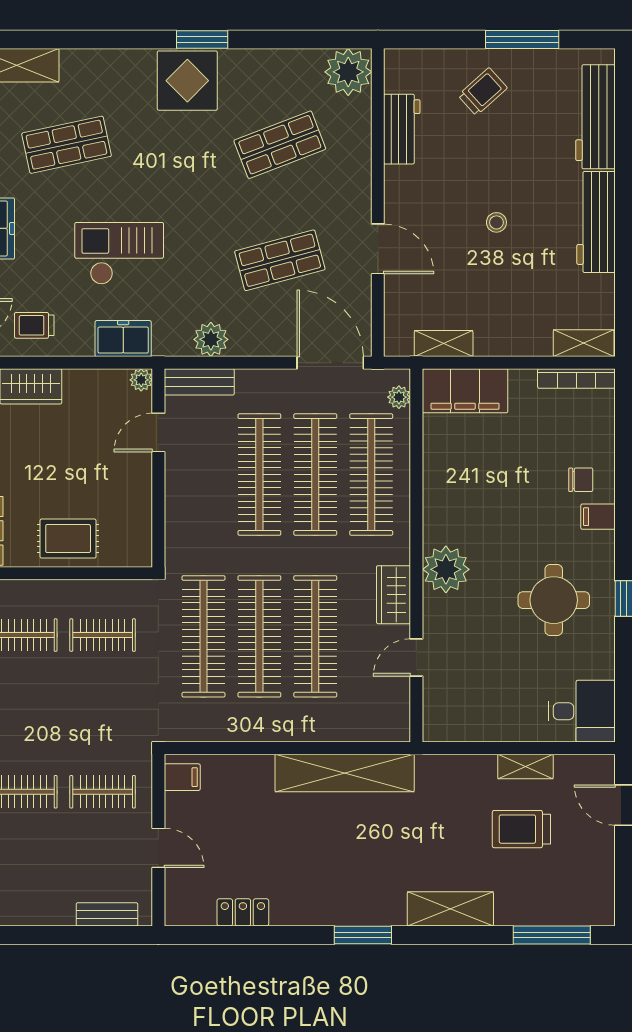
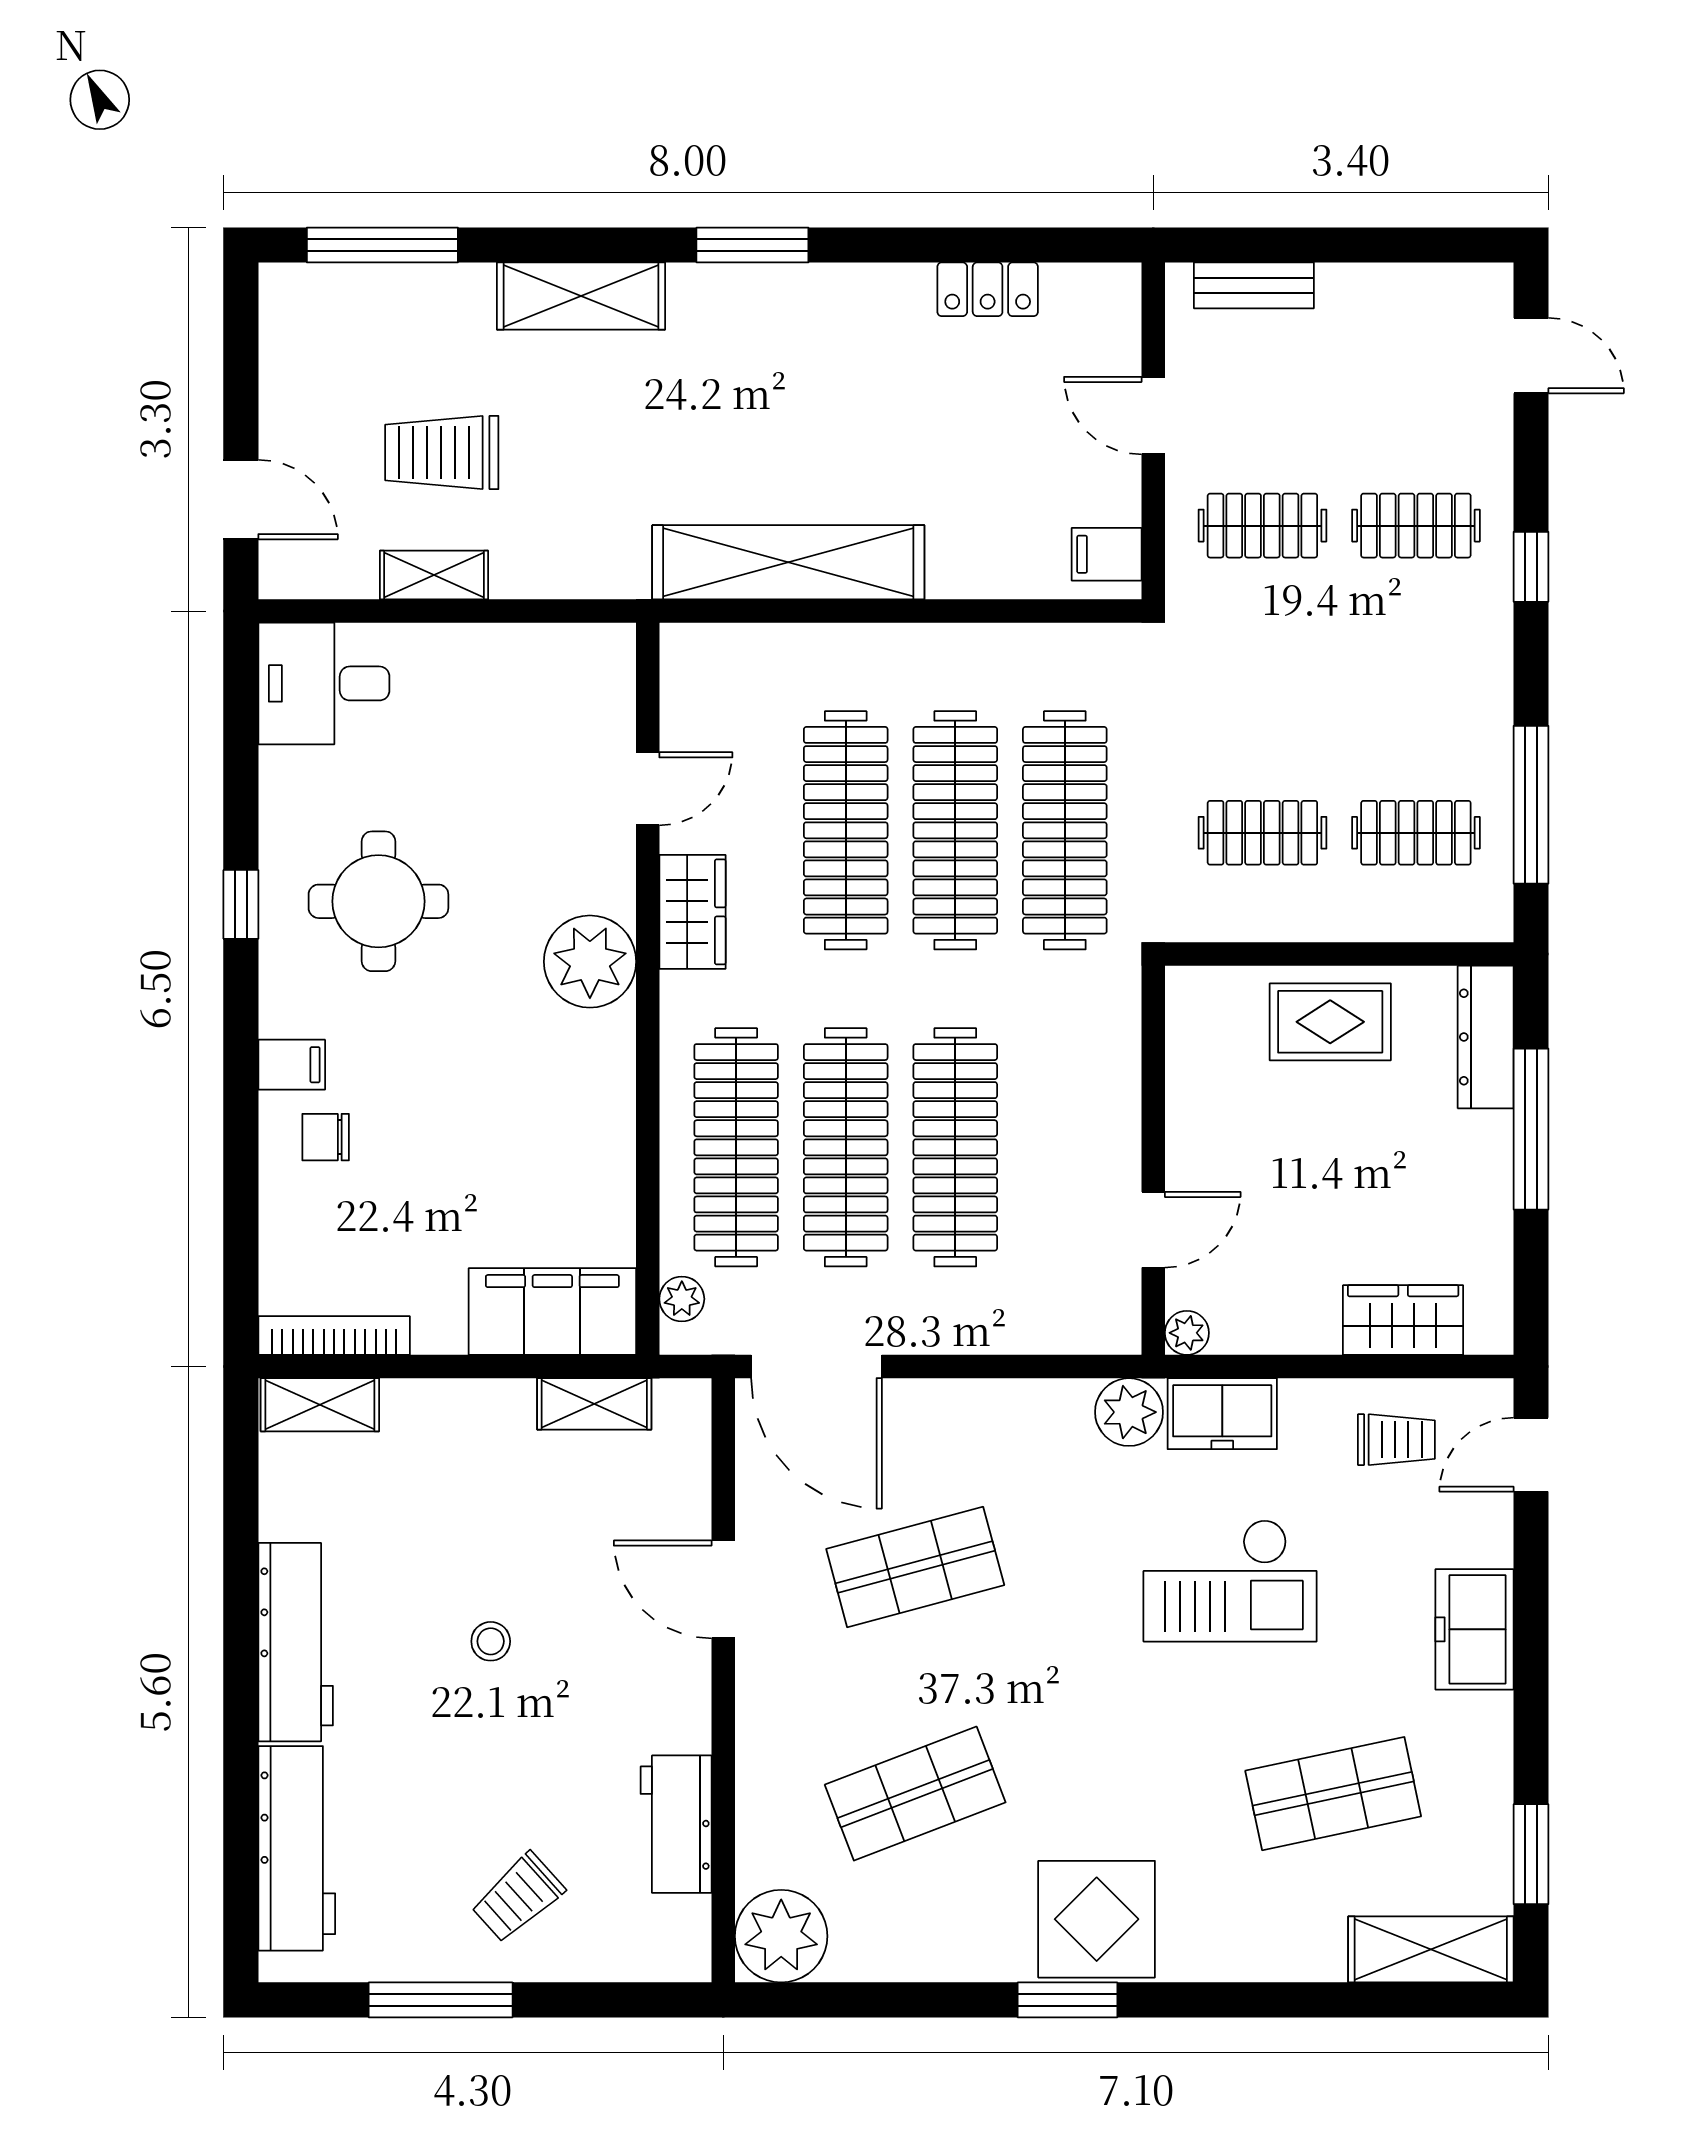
plant: (211, 339) -> (1129, 1412), moved
bench: (199, 382) -> (1073, 1329), removed
trolley: (521, 829) -> (442, 453), turned 180

